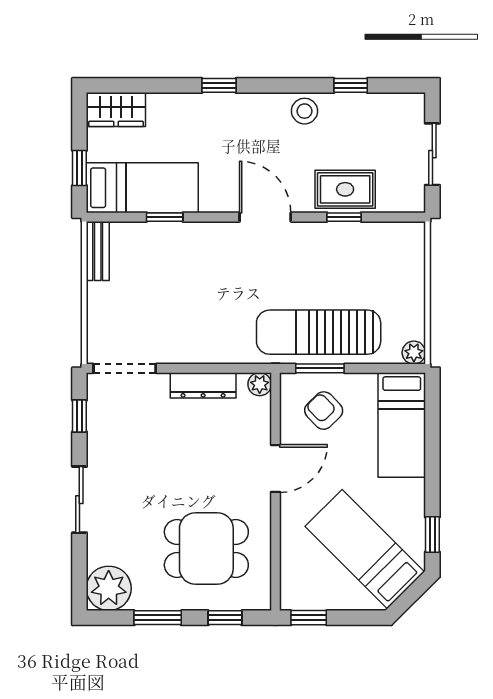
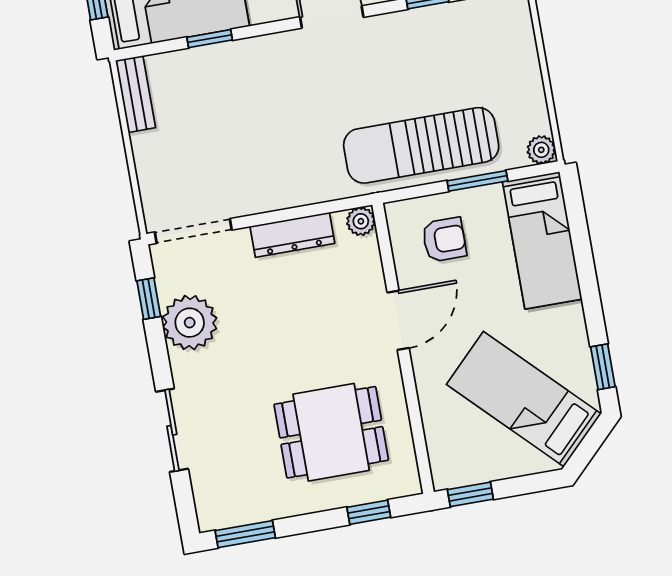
window: (320, 368) -> (477, 181), moved
armchair: (324, 411) -> (444, 240), turned 134
sliding door: (79, 500) -> (172, 430), moved
plant: (109, 588) -> (190, 323), moved
window: (158, 618) -> (245, 534), moved

